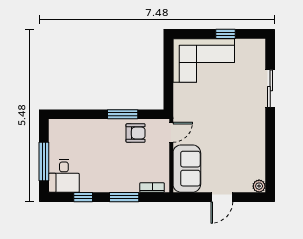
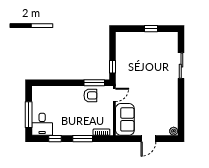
corner sofa: (204, 60) -> (136, 47), removed
window: (168, 90) -> (112, 67), added
window: (123, 114) -> (94, 83), moved

